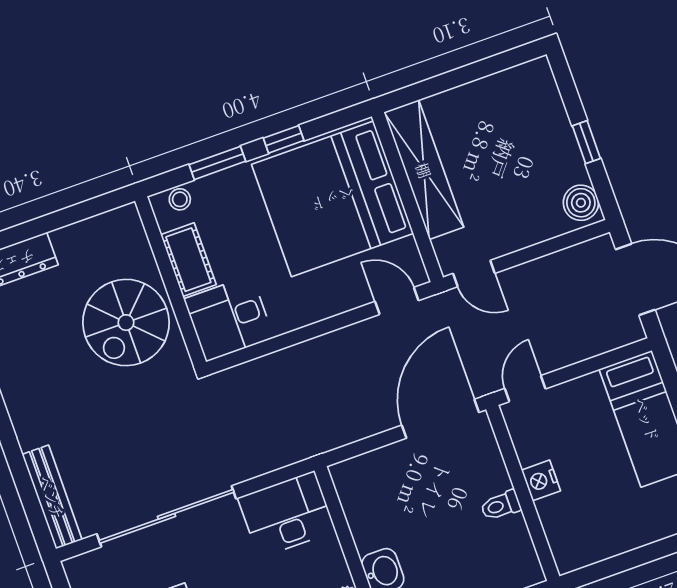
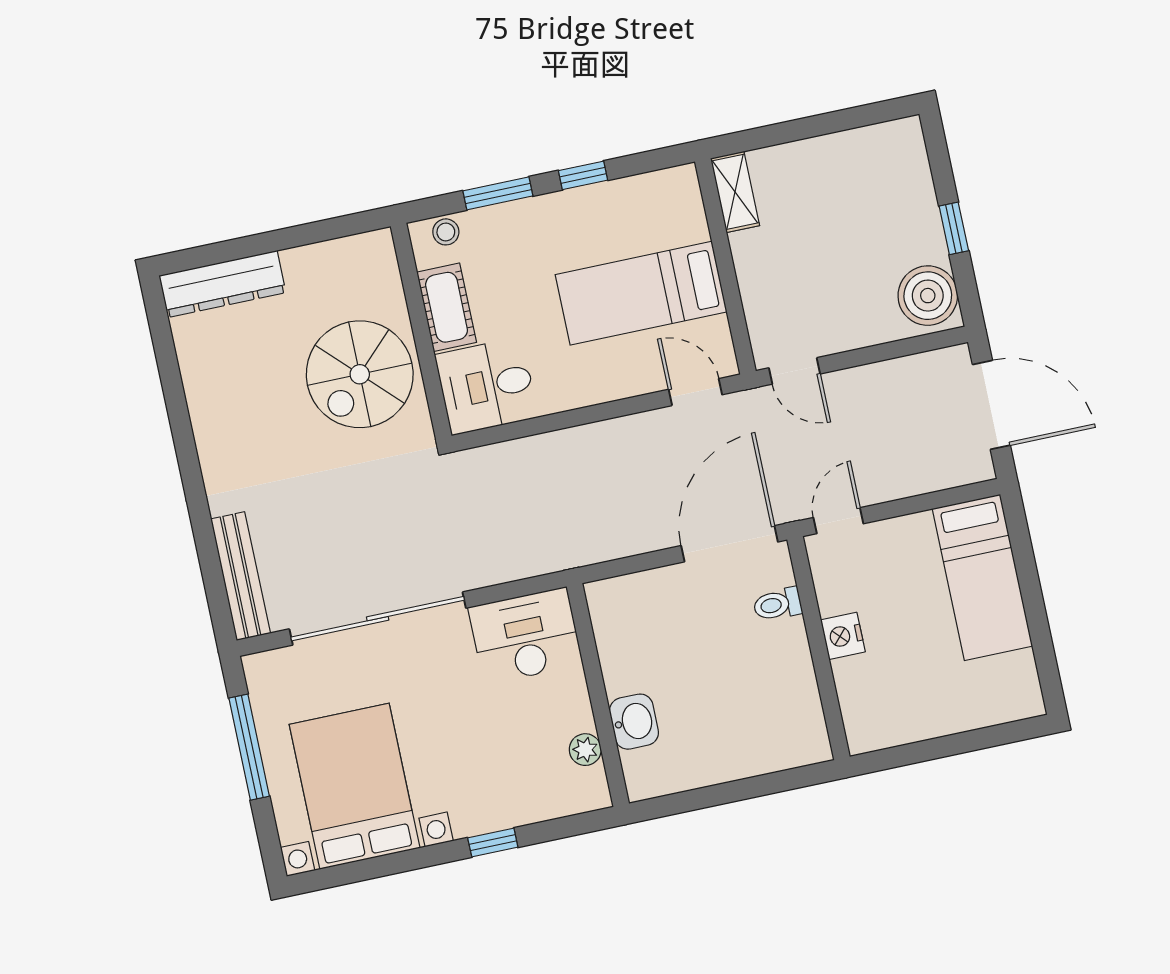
shelving: (424, 170) -> (735, 192), width x0.45, depth x0.75
bed: (333, 199) -> (641, 293), width x0.49
boiler: (581, 203) -> (928, 296), width x1.37, depth x1.37
toilet: (501, 505) -> (777, 604), moved

